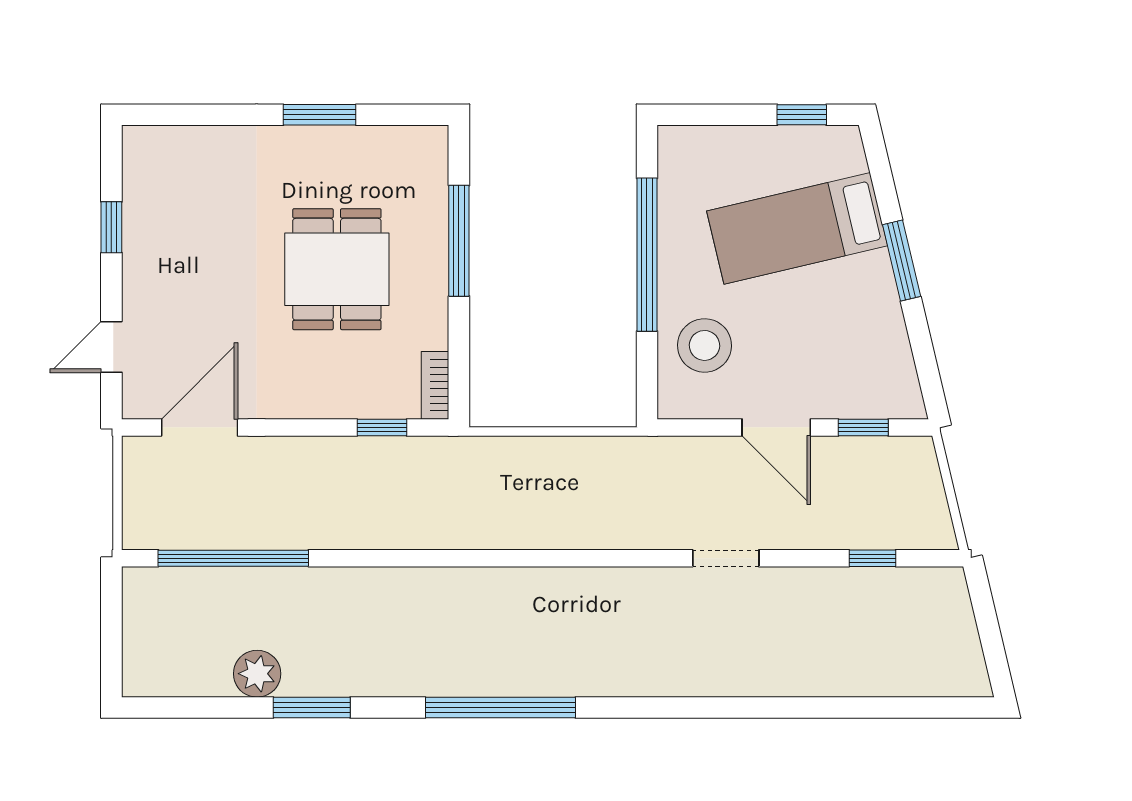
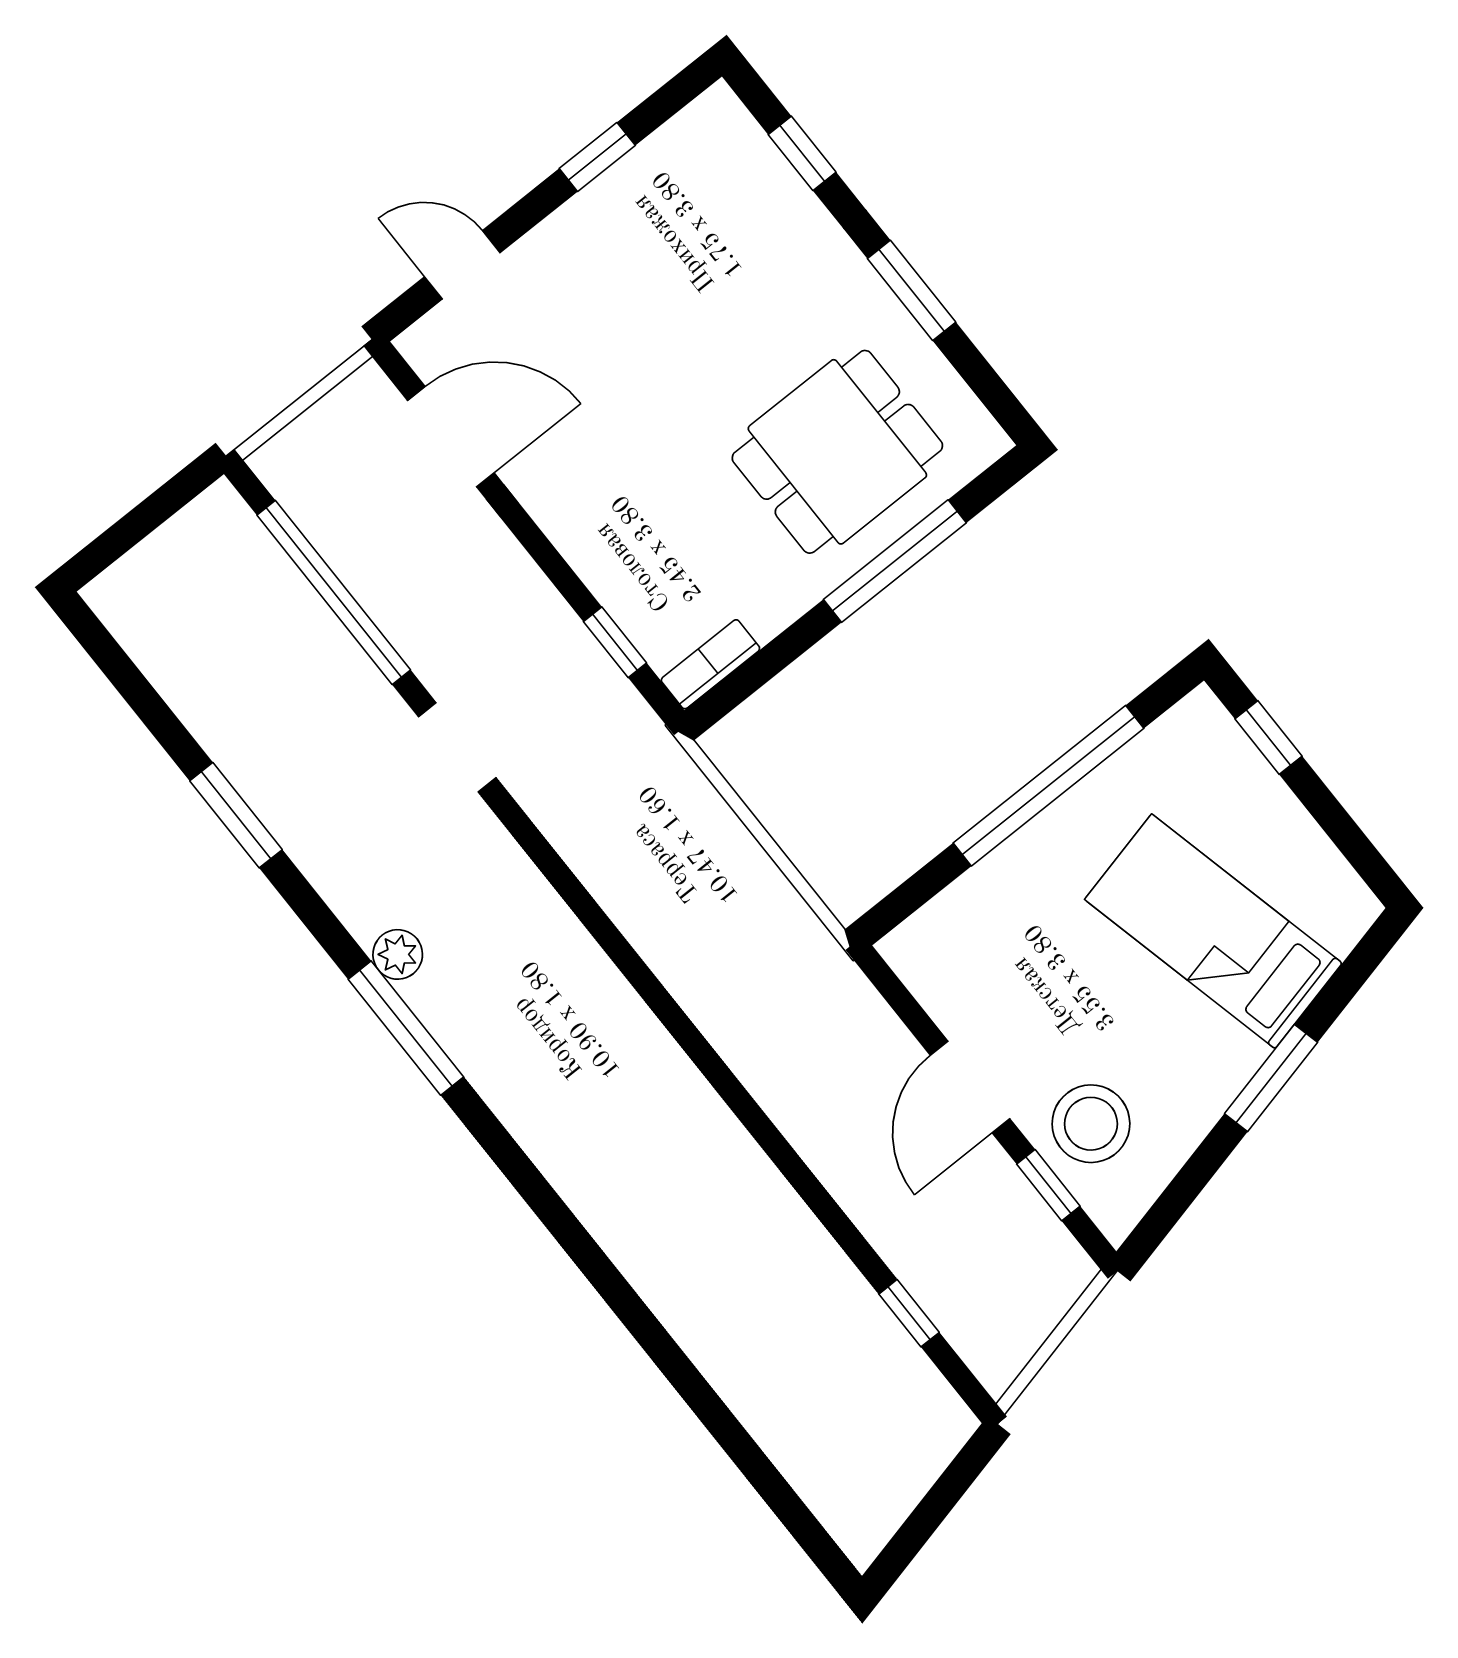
window: (198, 115) -> (802, 153), added
window: (802, 115) -> (1268, 738), moved
dining table: (337, 269) -> (837, 452), moved
stool: (705, 345) -> (1091, 1124), moved
doorway: (726, 558) -> (457, 747), moved
plant: (257, 674) -> (398, 954), moved, width x0.73, depth x0.73
window: (500, 707) -> (406, 1028), width x0.68

